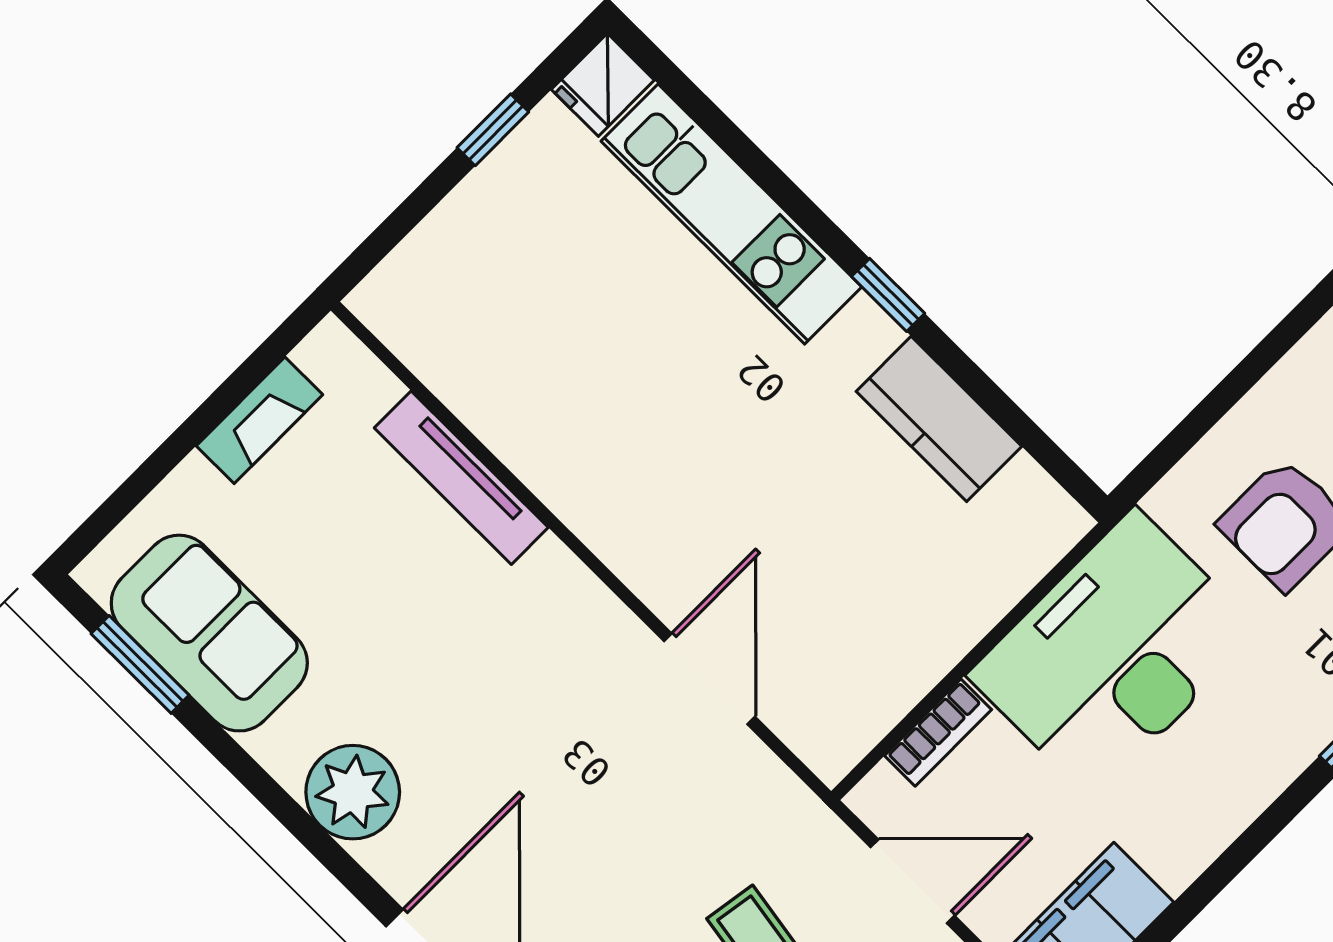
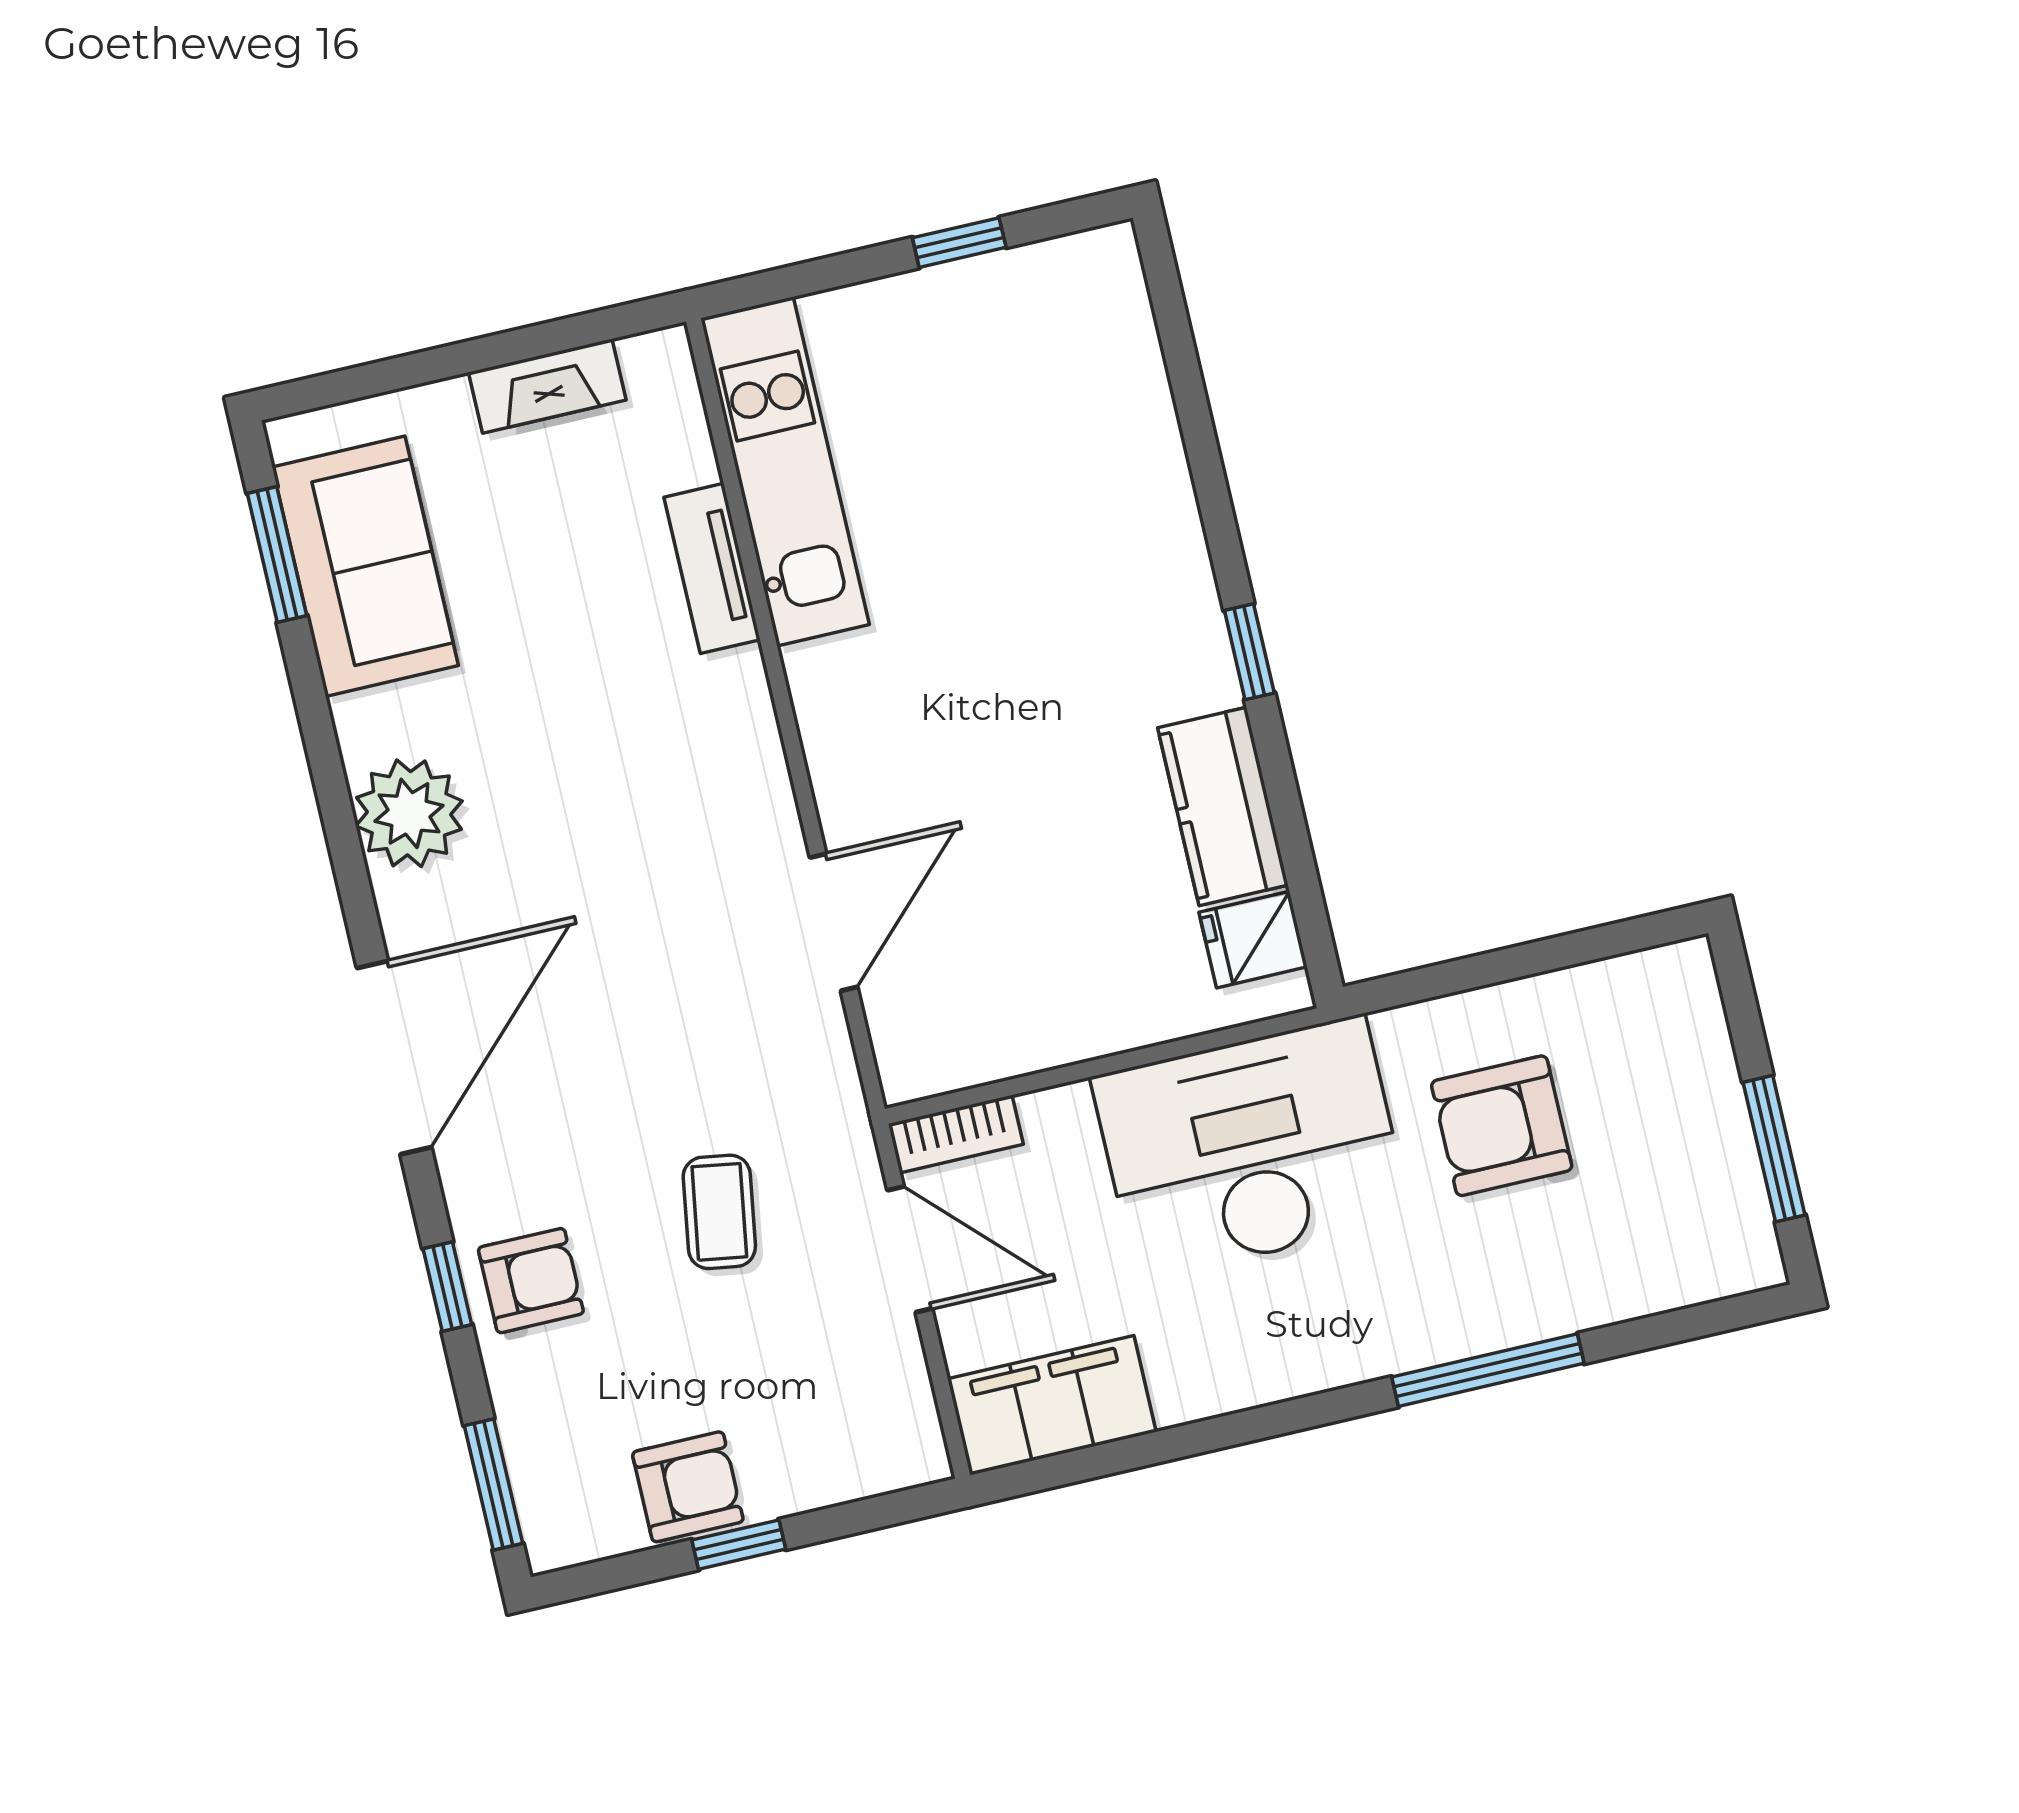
fridge: (603, 85) -> (1253, 940), moved
kitchen unit: (731, 214) -> (785, 471), moved, turned 180
tv unit: (461, 478) -> (712, 568), width x0.71
bookcase: (938, 733) -> (956, 1134), moved

